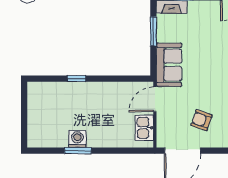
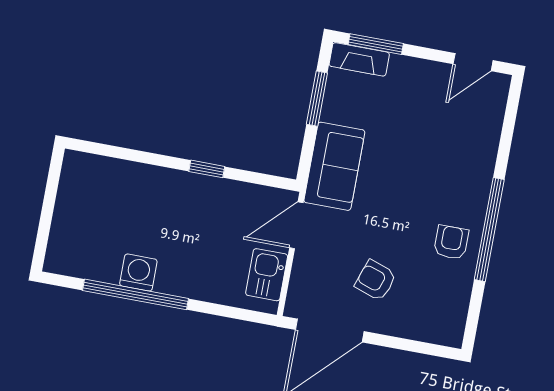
window: (77, 79) -> (207, 169), moved
window: (78, 151) -> (135, 294), width x2.11

